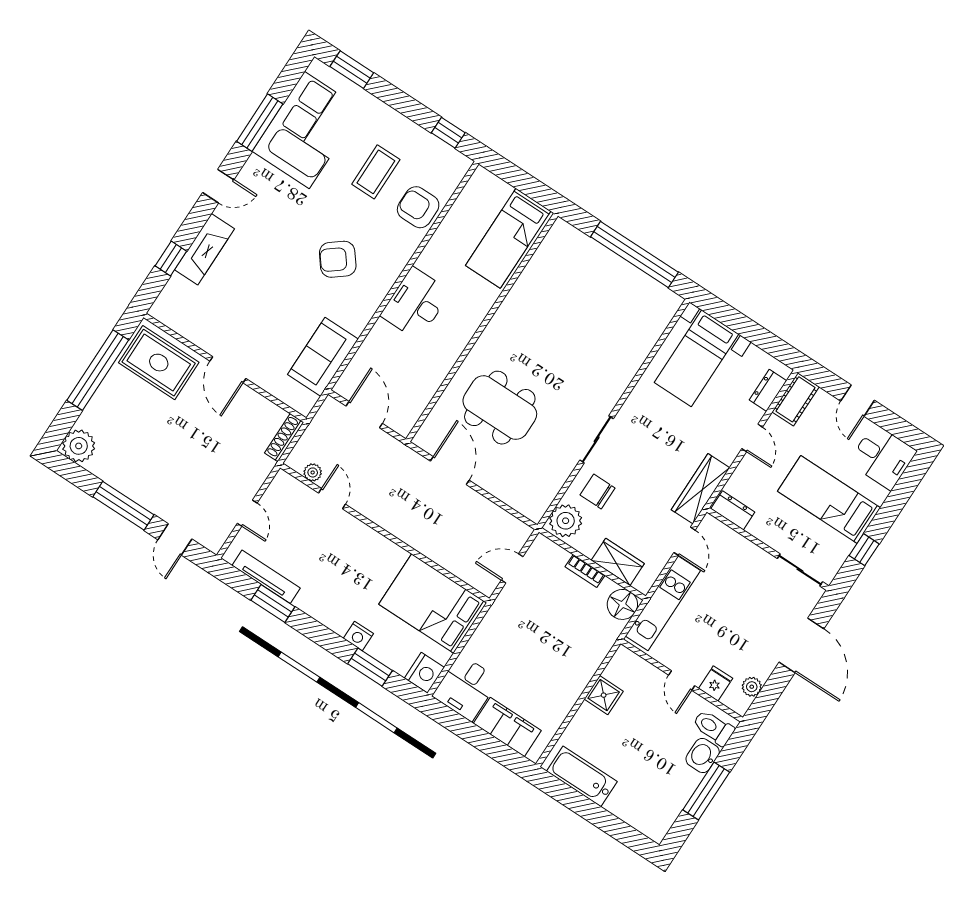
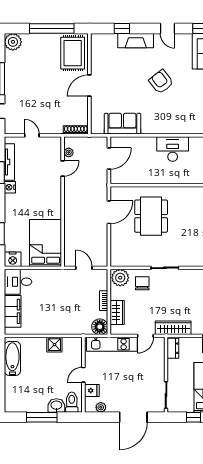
armchair: (338, 259) -> (161, 82), moved
door: (247, 513) -> (32, 135), swing flipped
nightstand: (358, 636) -> (10, 187), moved

